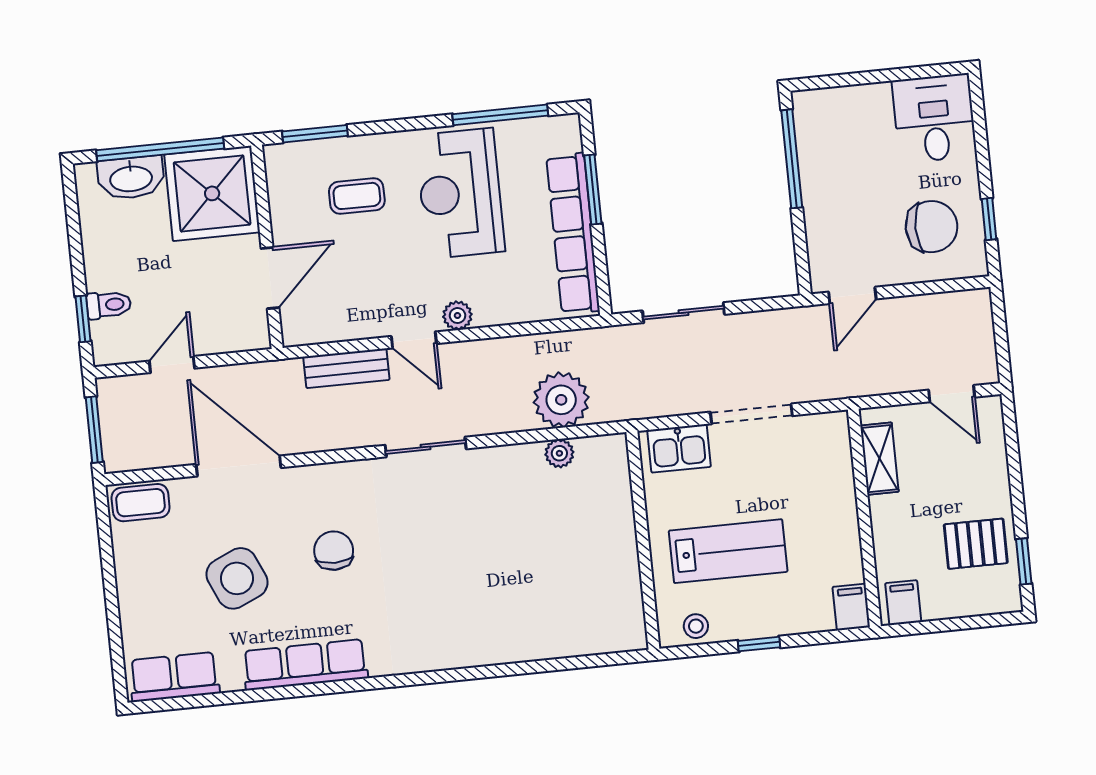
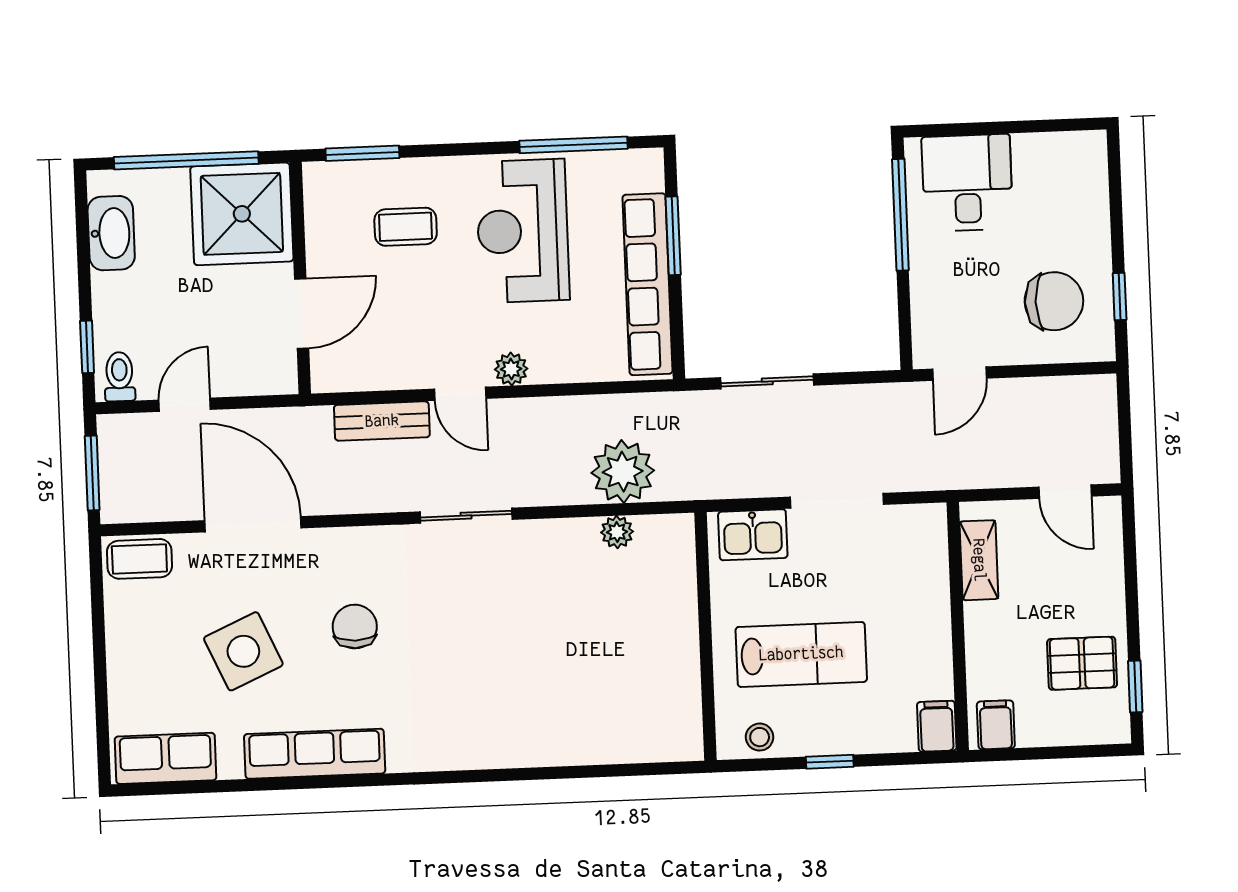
desk: (934, 118) -> (967, 183), moved
washbasin: (131, 178) -> (111, 233), moved, turned -90
toilet: (109, 305) -> (120, 377), moved, turned -90

